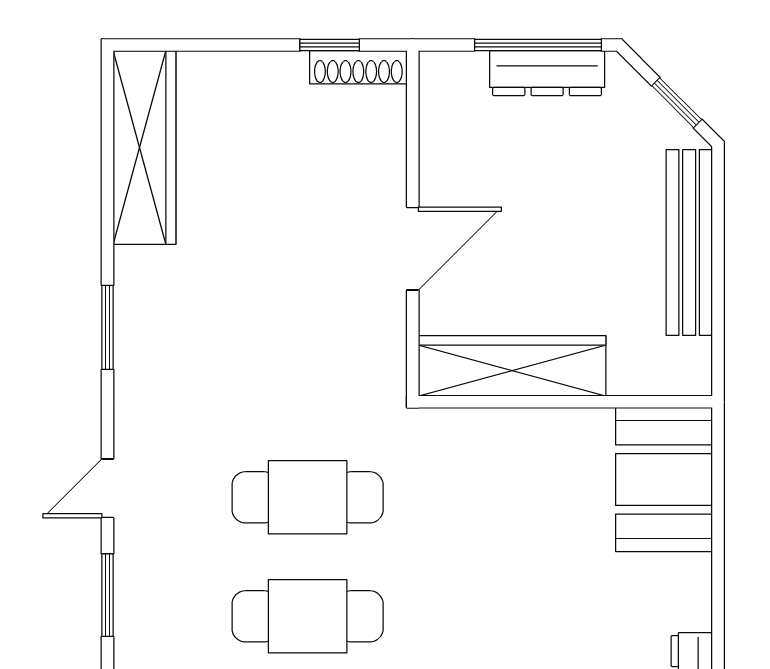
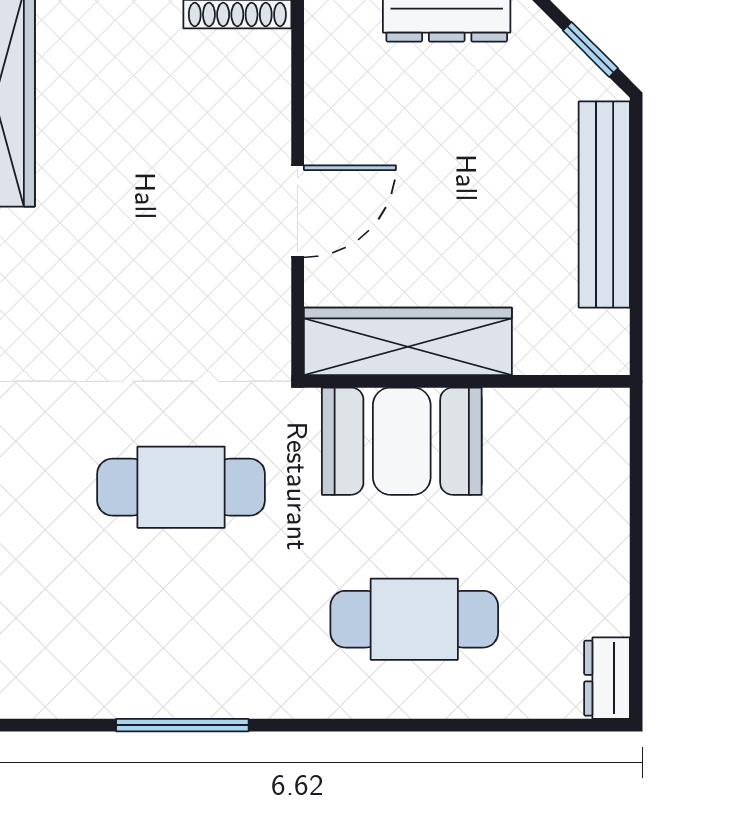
booth: (664, 480) -> (402, 441), moved, turned 90
cafe table: (308, 616) -> (414, 619), moved

